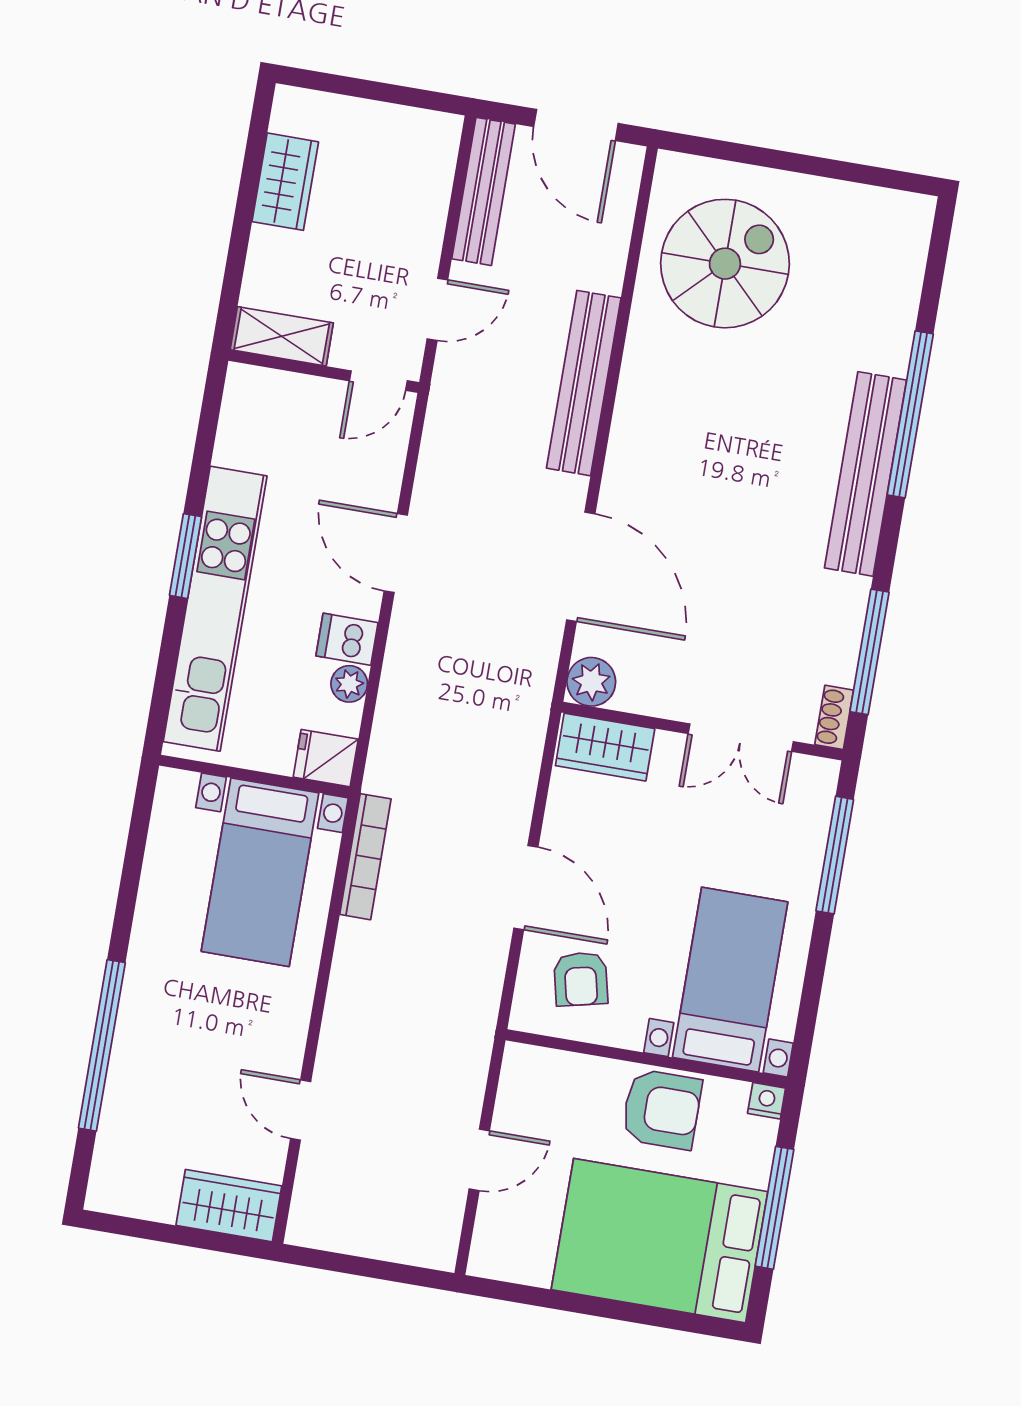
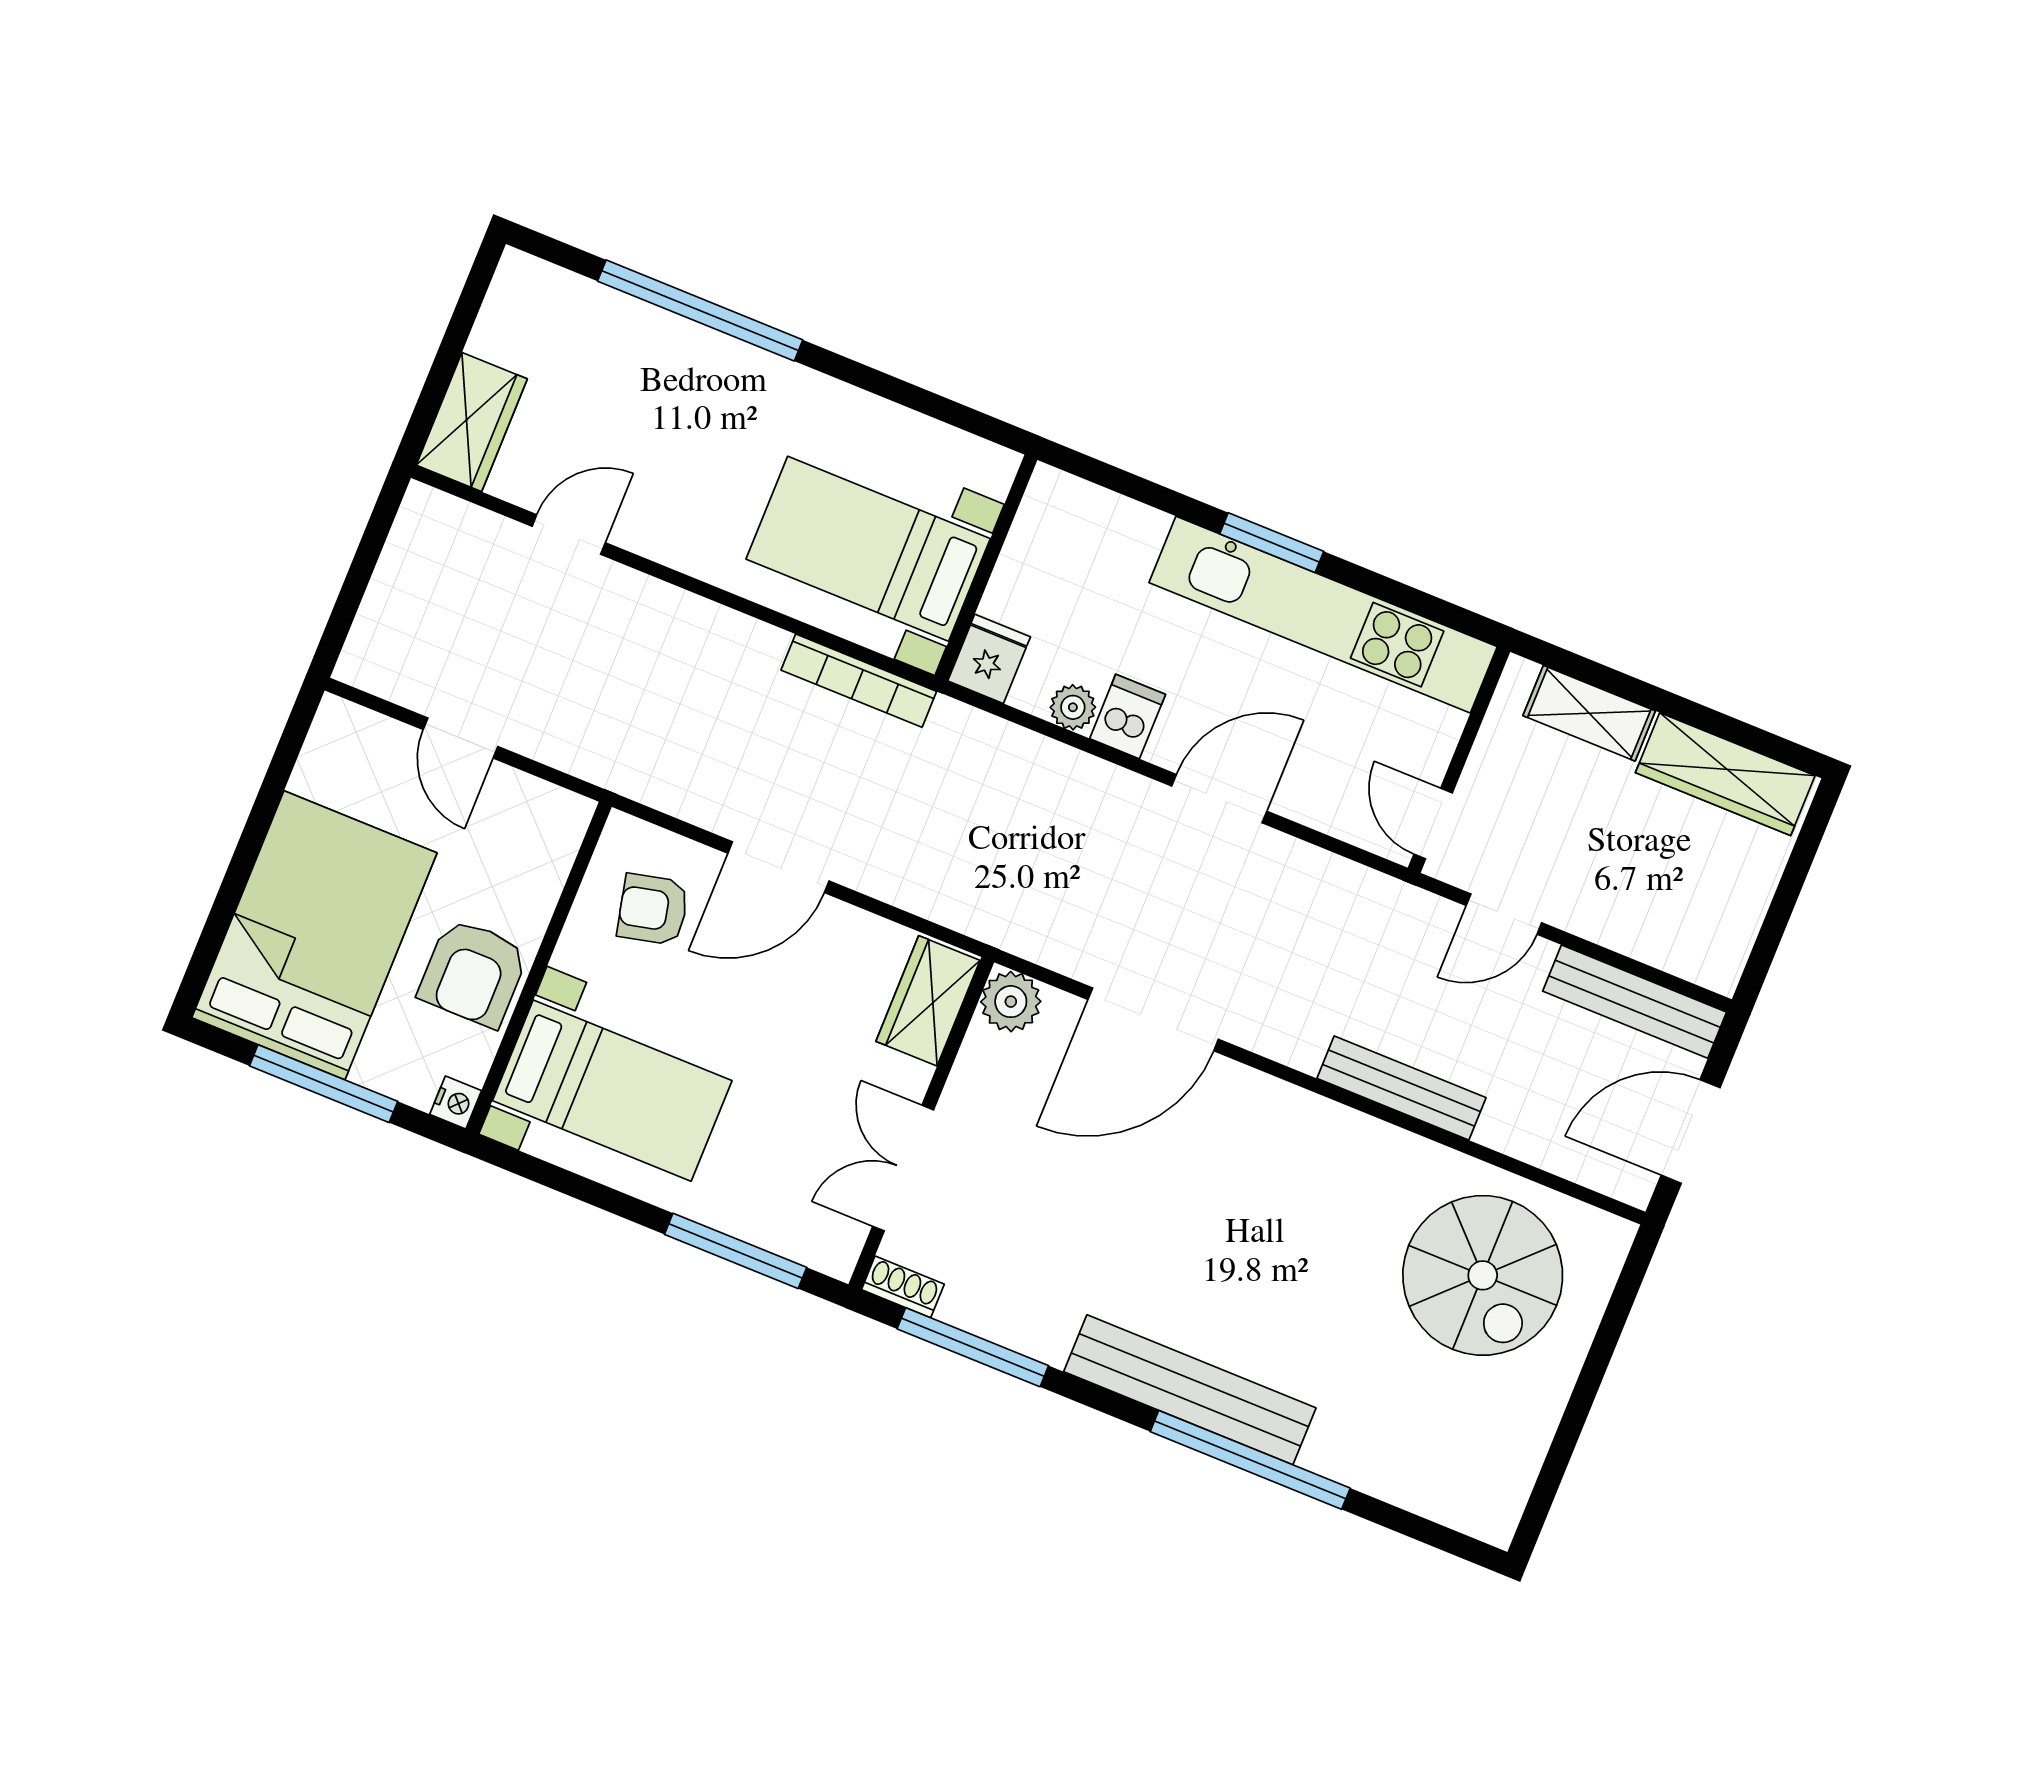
wardrobe: (285, 182) -> (1725, 774), width x1.50
door: (437, 309) -> (1504, 914), hinge flipped
shelving: (282, 336) -> (1589, 713), moved, turned 90
bench: (584, 383) -> (1401, 1088), width x0.73, depth x0.82
kitchen unit: (215, 609) -> (1323, 615), moved

